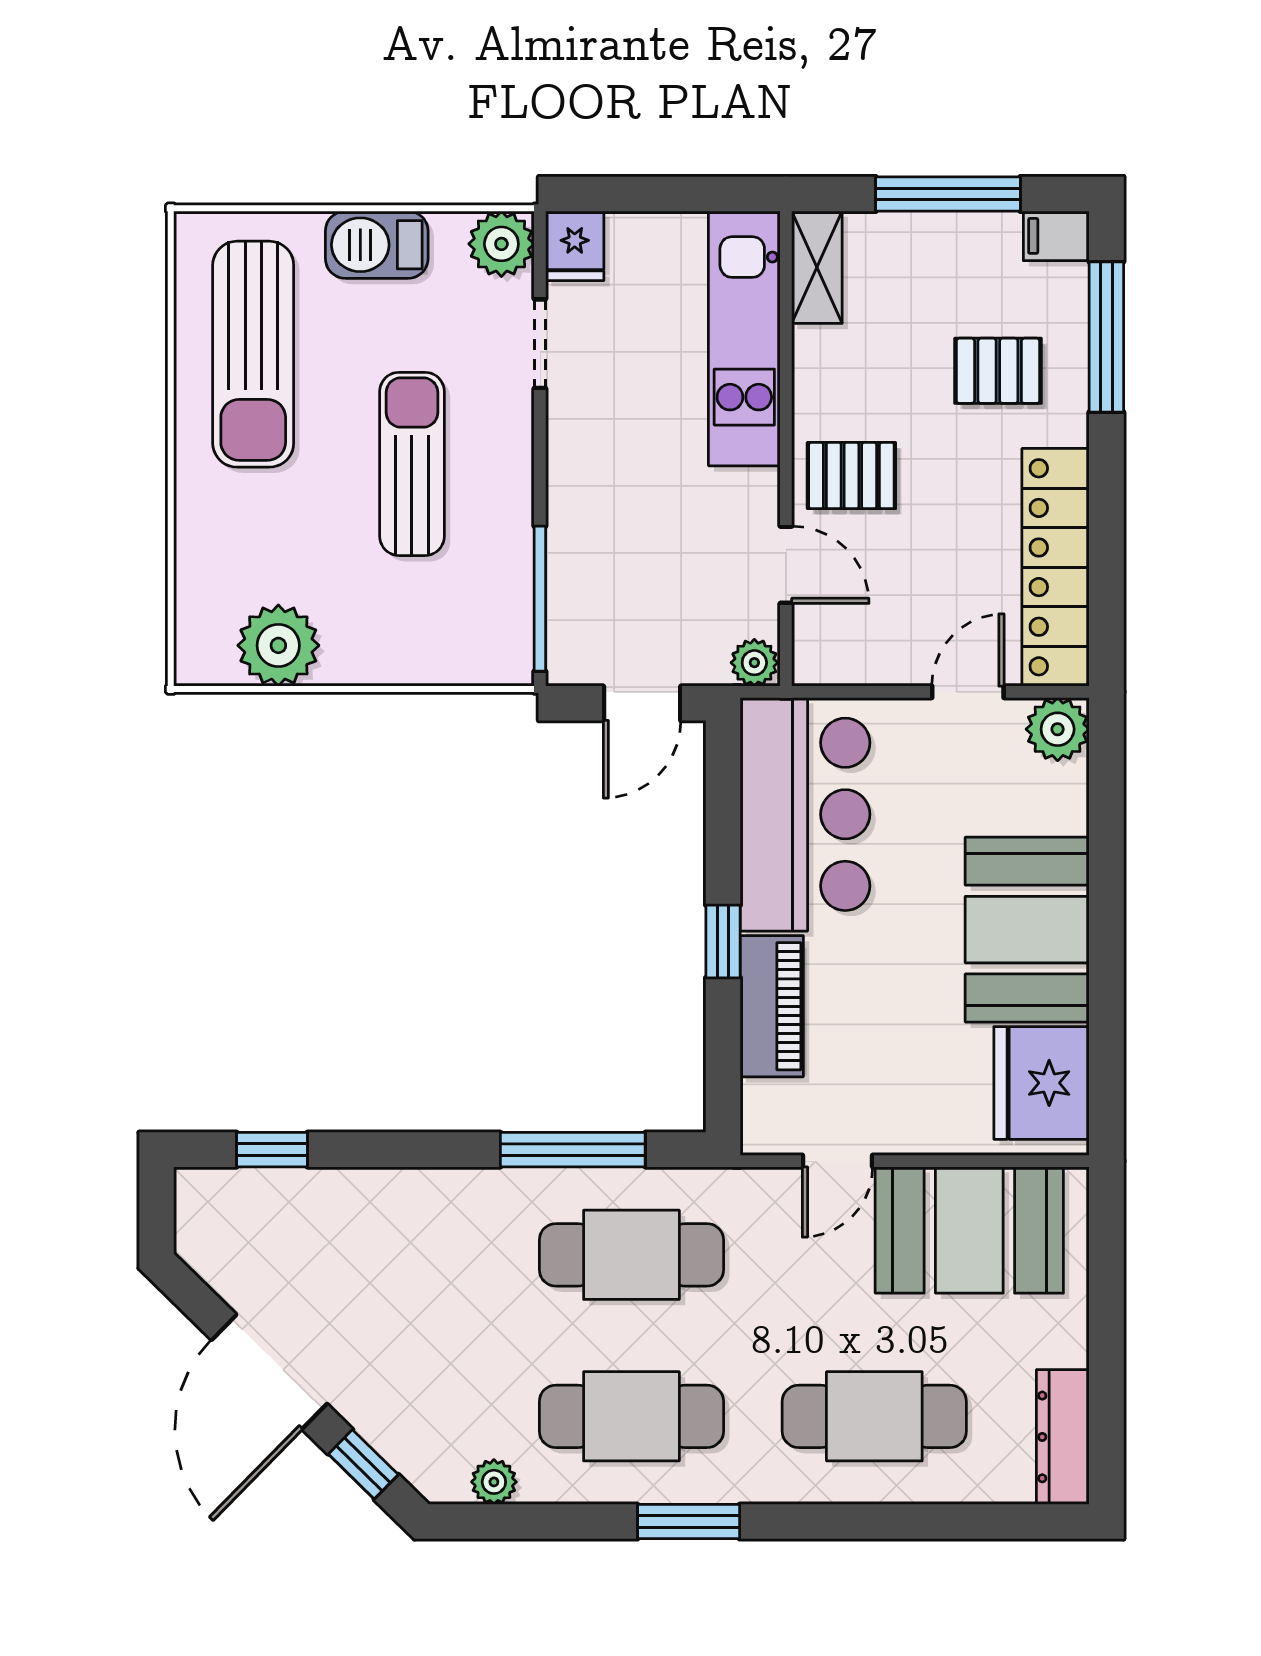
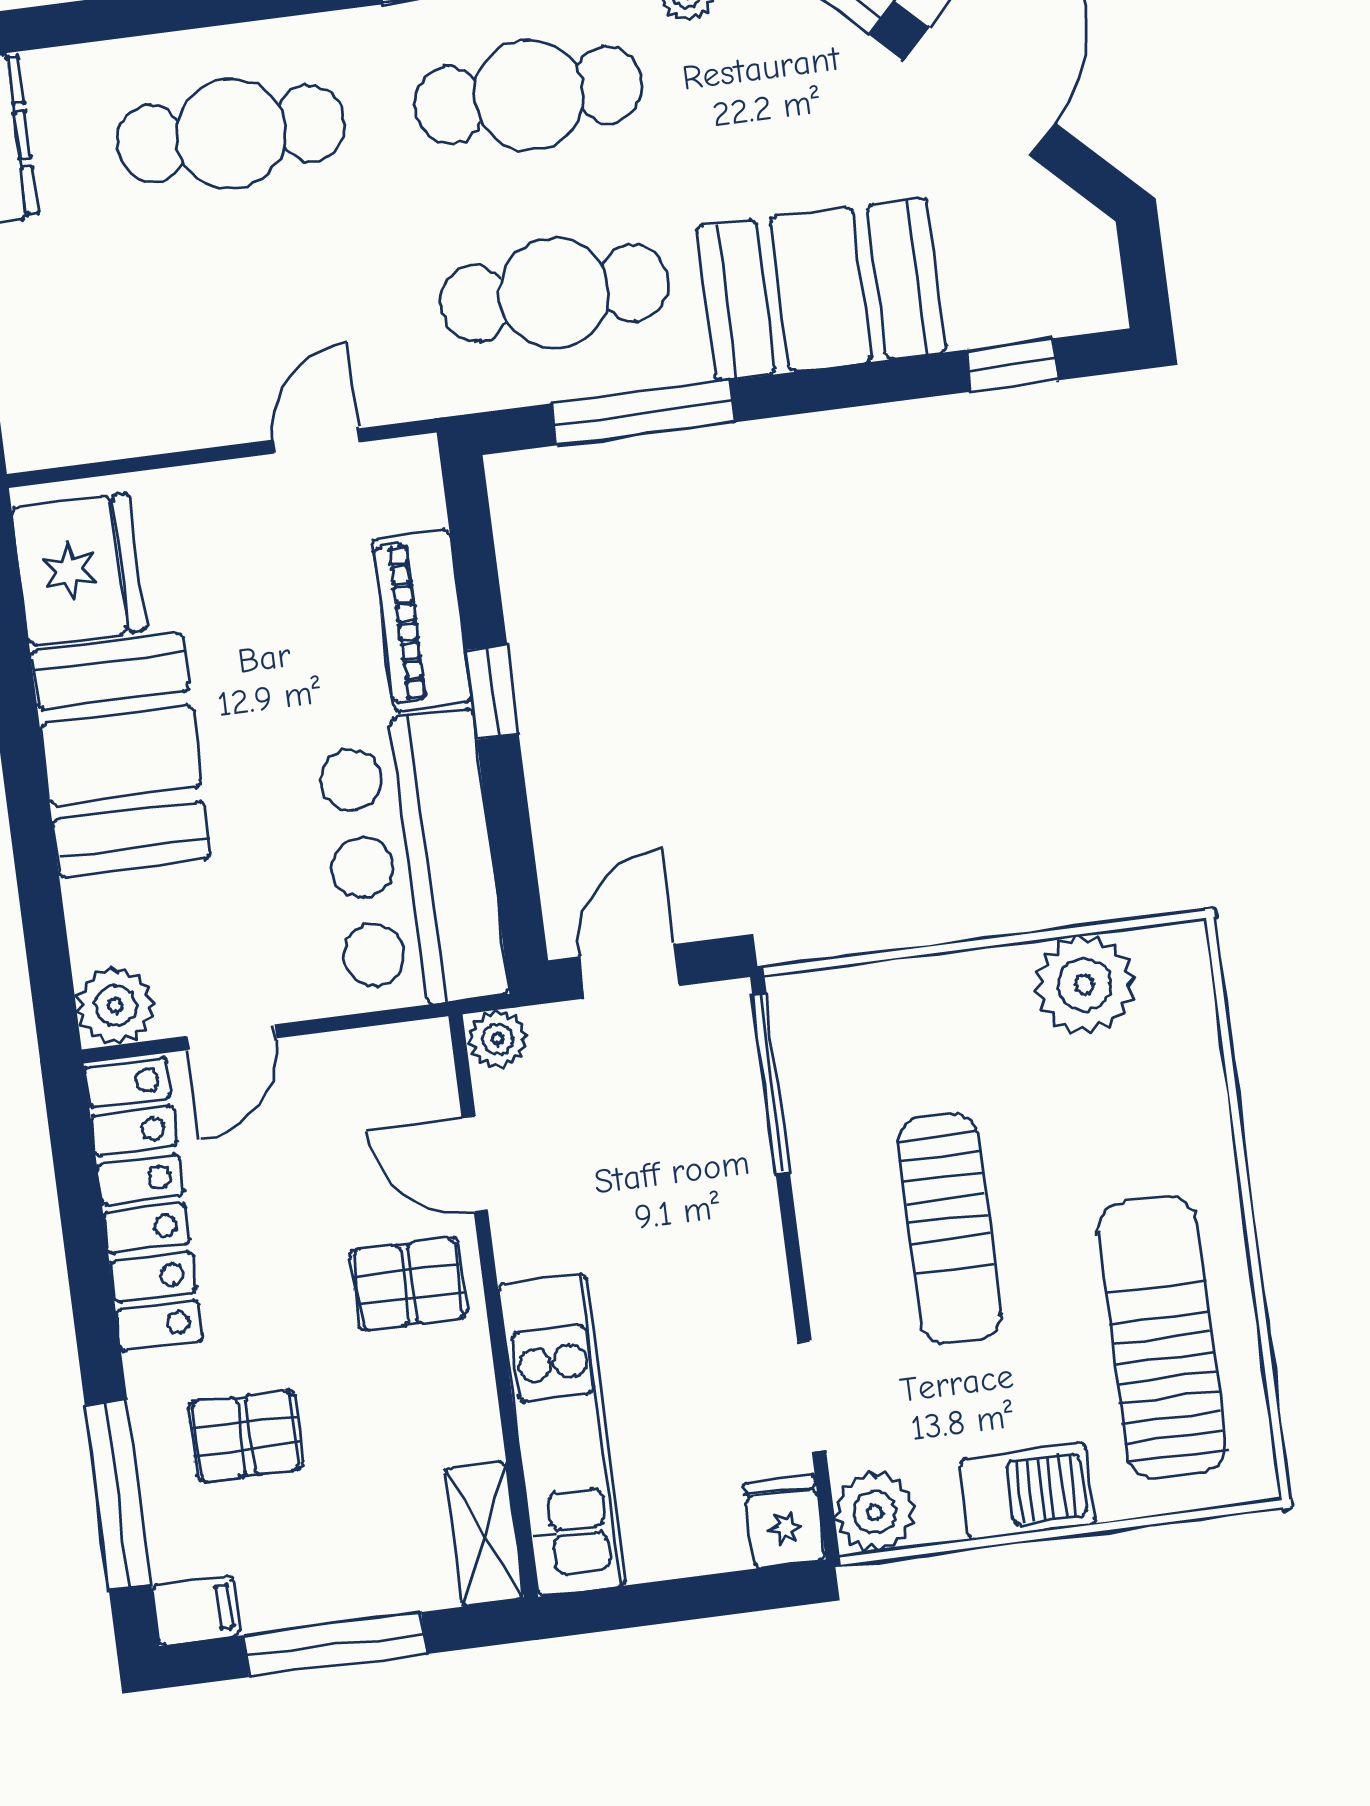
booth: (969, 1230) -> (821, 290), moved

